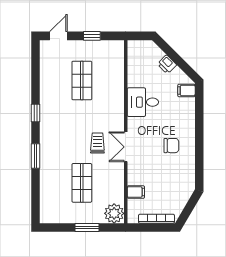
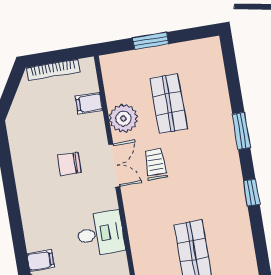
trolley: (97, 143) -> (156, 164), turned 180
chair: (171, 146) -> (69, 164), moved
plant: (114, 213) -> (123, 118), moved

